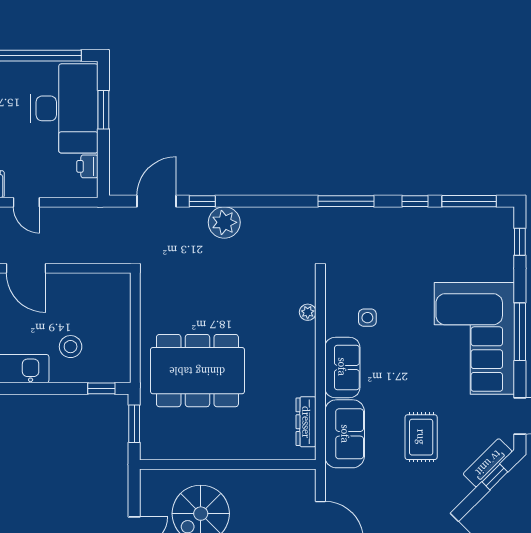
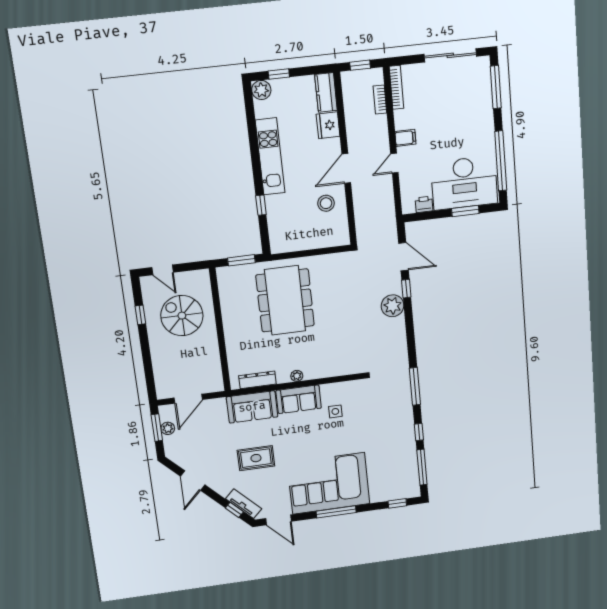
plant: (308, 312) -> (297, 376), moved
stool: (71, 347) -> (326, 203), moved
window: (101, 388) -> (261, 205), moved

